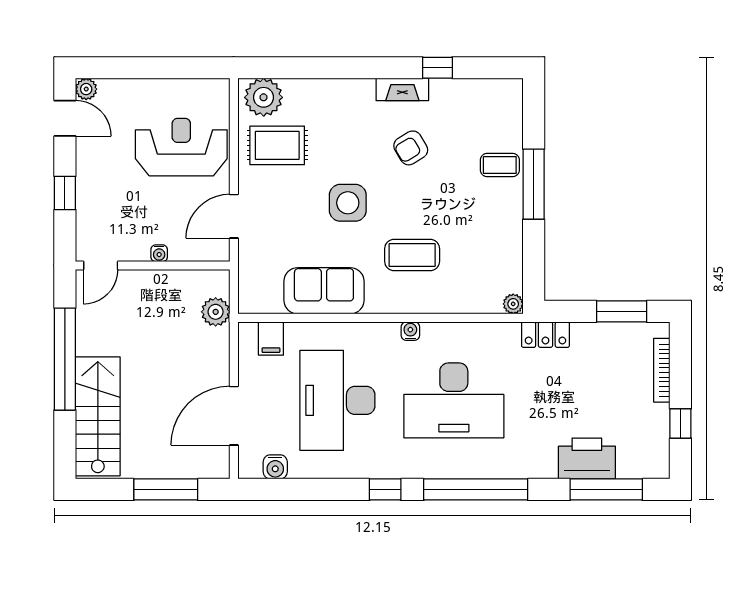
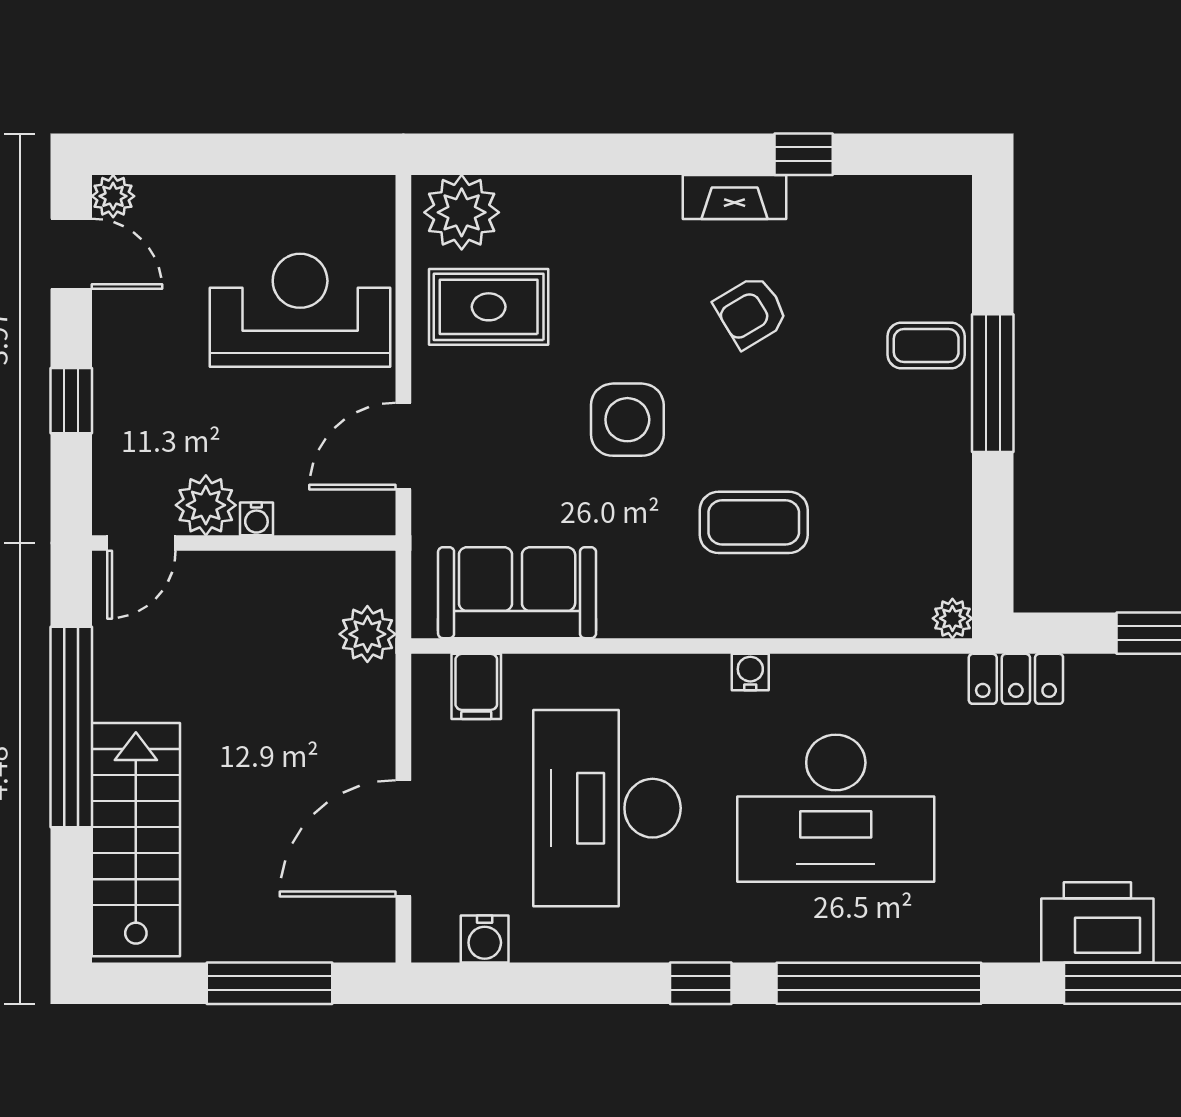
plant: (133, 246) -> (206, 505), added
sofa: (324, 291) -> (517, 593), moved

